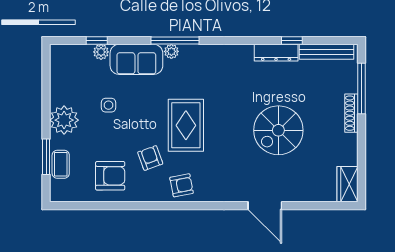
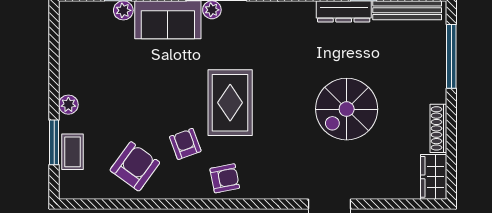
side table: (109, 105) -> (133, 77), removed
shoe rack: (351, 113) -> (438, 128), moved
plant: (64, 120) -> (68, 105), width x0.53, depth x0.53
armchair: (110, 176) -> (135, 166), turned -54

